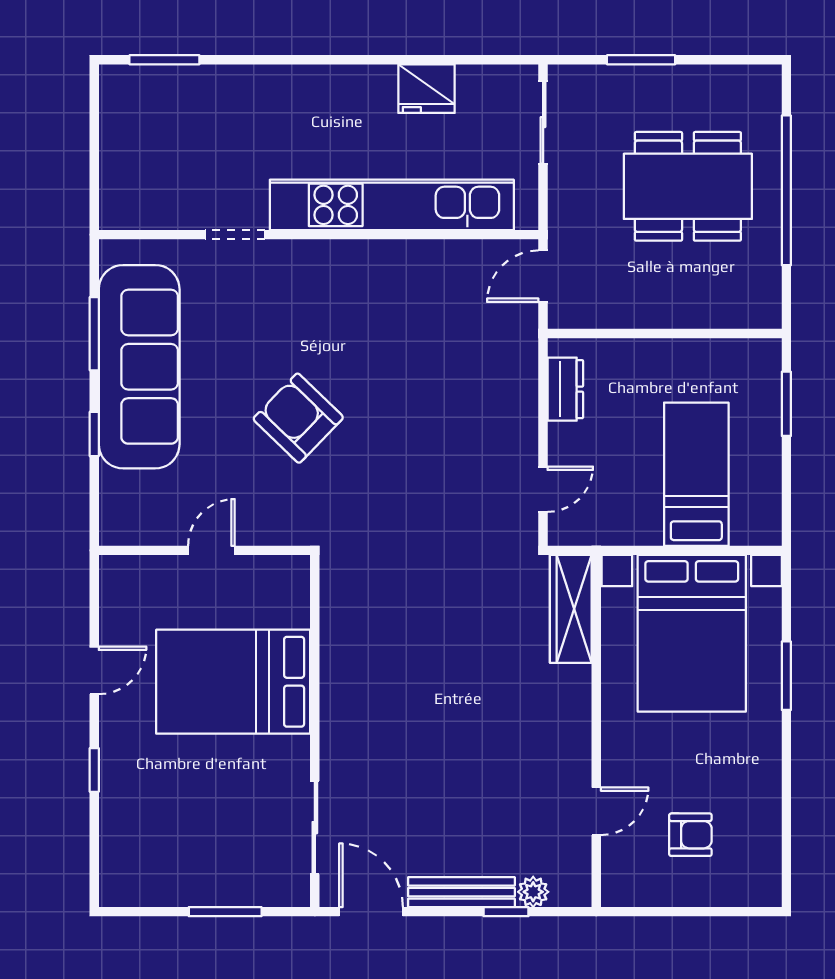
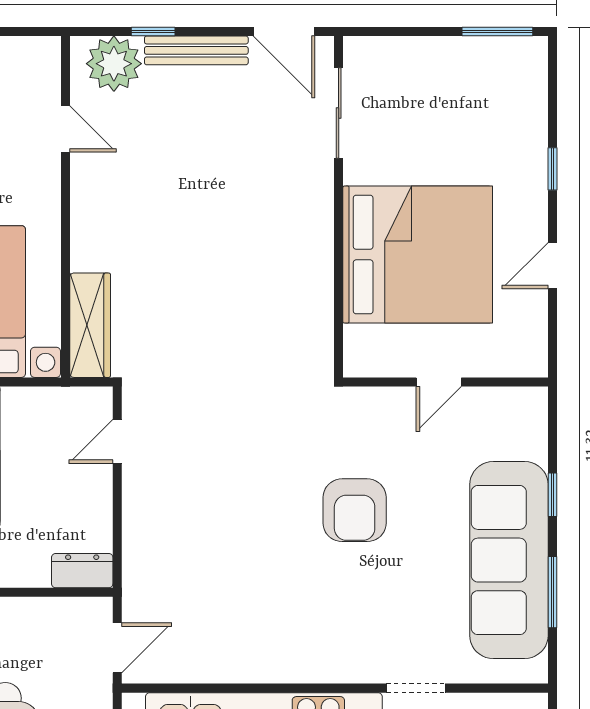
dresser: (565, 389) -> (82, 571), moved, turned 90
armchair: (298, 418) -> (355, 510), turned 46
bed: (233, 682) -> (418, 255), width x1.36
door: (596, 811) -> (66, 129), swing flipped
plant: (533, 892) -> (114, 64), width x1.88, depth x1.88
window: (225, 912) -> (497, 32), moved

